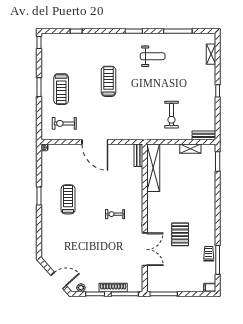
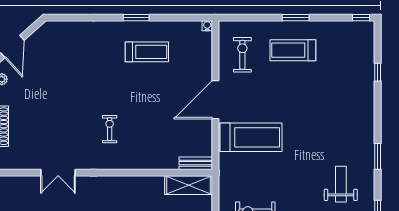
weight bench: (153, 56) -> (341, 184), turned 180
treadmill: (109, 81) -> (251, 137), moved, width x1.37, depth x1.38
shelving: (153, 168) -> (189, 185), width x0.68
treadmill: (68, 199) -> (147, 52), moved
double door: (145, 249) -> (58, 173), width x0.73

